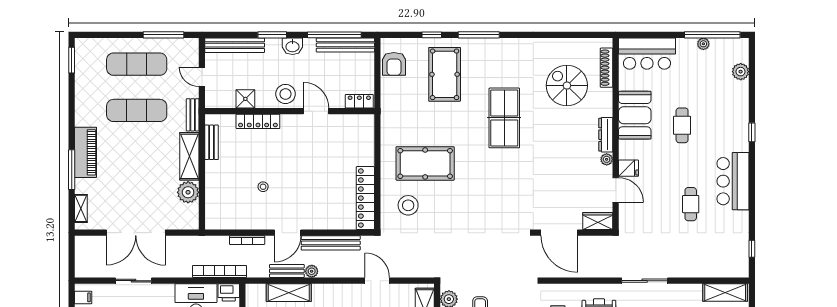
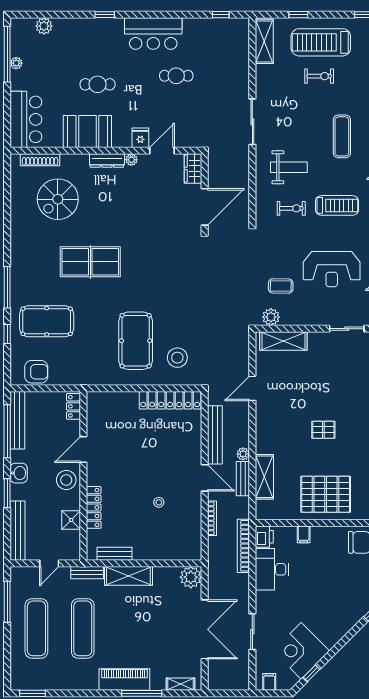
plant: (188, 192) -> (191, 577), moved

